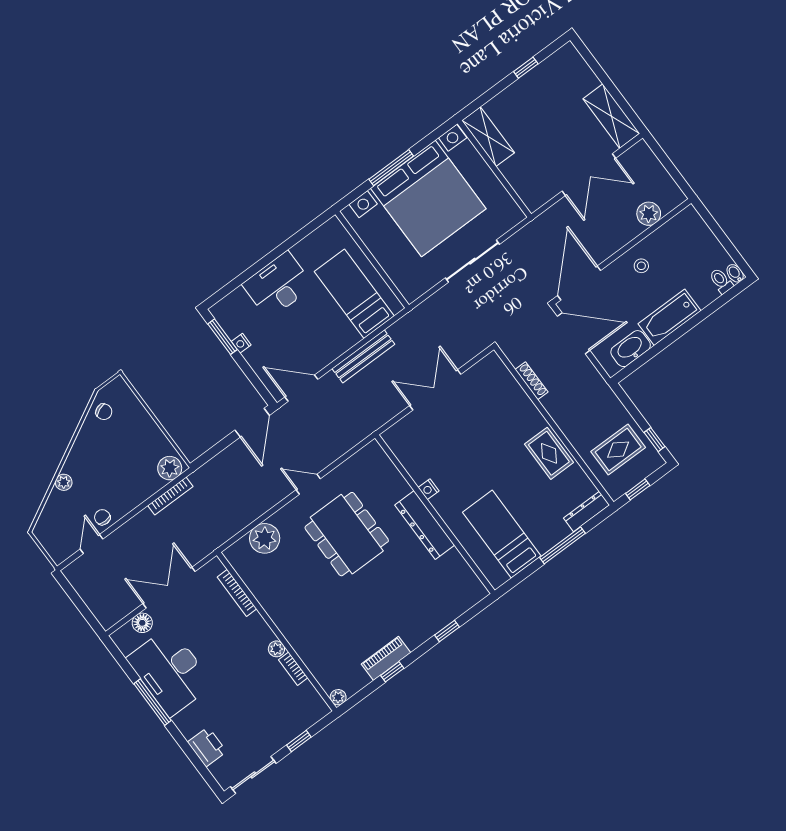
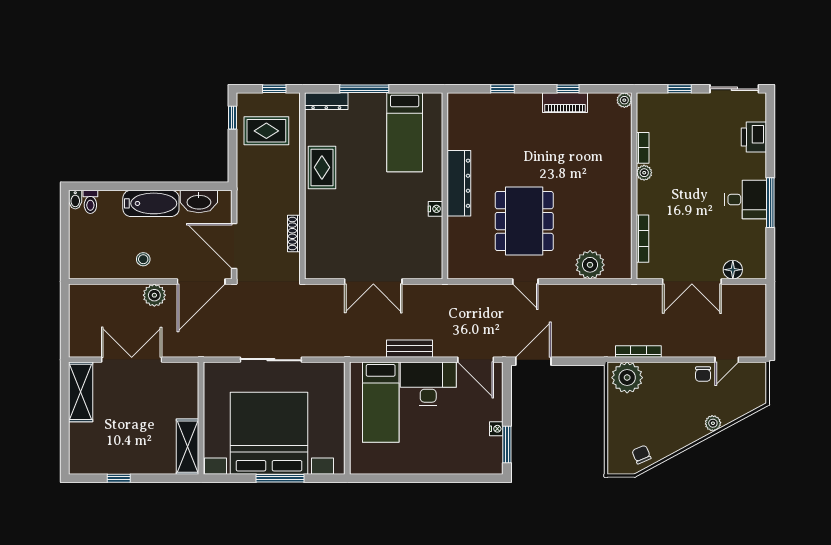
plant: (649, 214) -> (154, 295), moved
desk: (278, 285) -> (428, 384), moved, turned 180
bench: (363, 356) -> (410, 349), width x0.73
plant: (170, 468) -> (627, 378), width x1.36, depth x1.36
desk: (170, 671) -> (746, 200), width x0.53, depth x0.77

